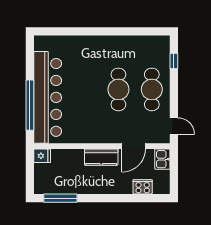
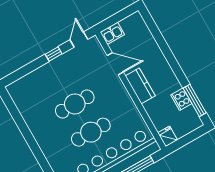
window: (174, 61) -> (54, 54), moved
cafe table: (152, 89) -> (91, 132), moved
cooker: (143, 187) -> (181, 99), moved

